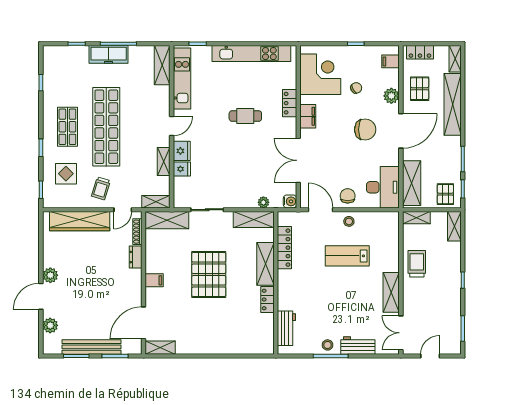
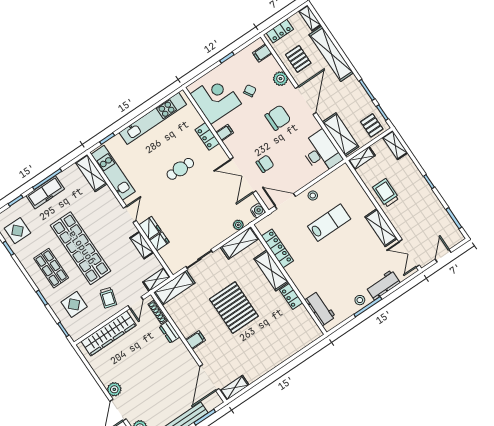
display table: (60, 72) -> (17, 231), added
filing cabinet: (308, 116) -> (225, 133), width x0.50
chair: (348, 196) -> (265, 164), moved, turned 90
lab bench: (347, 256) -> (329, 223), turned 180

